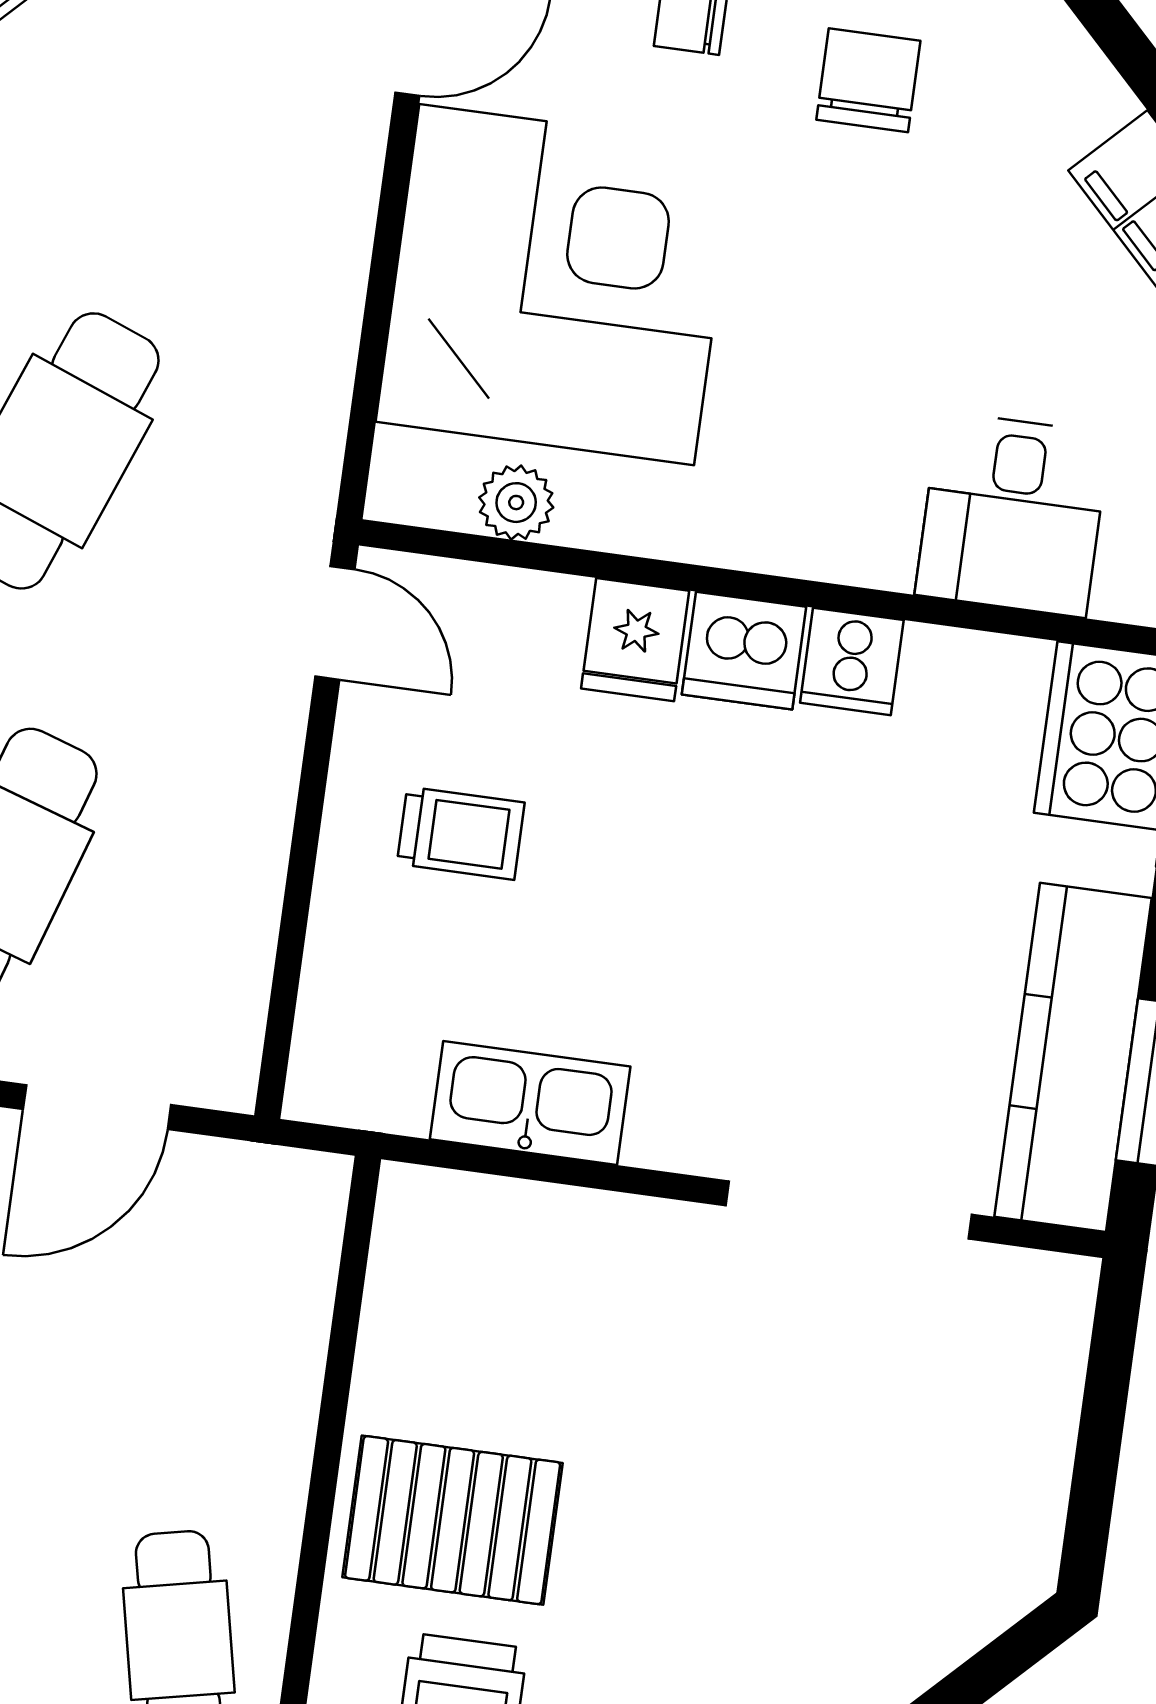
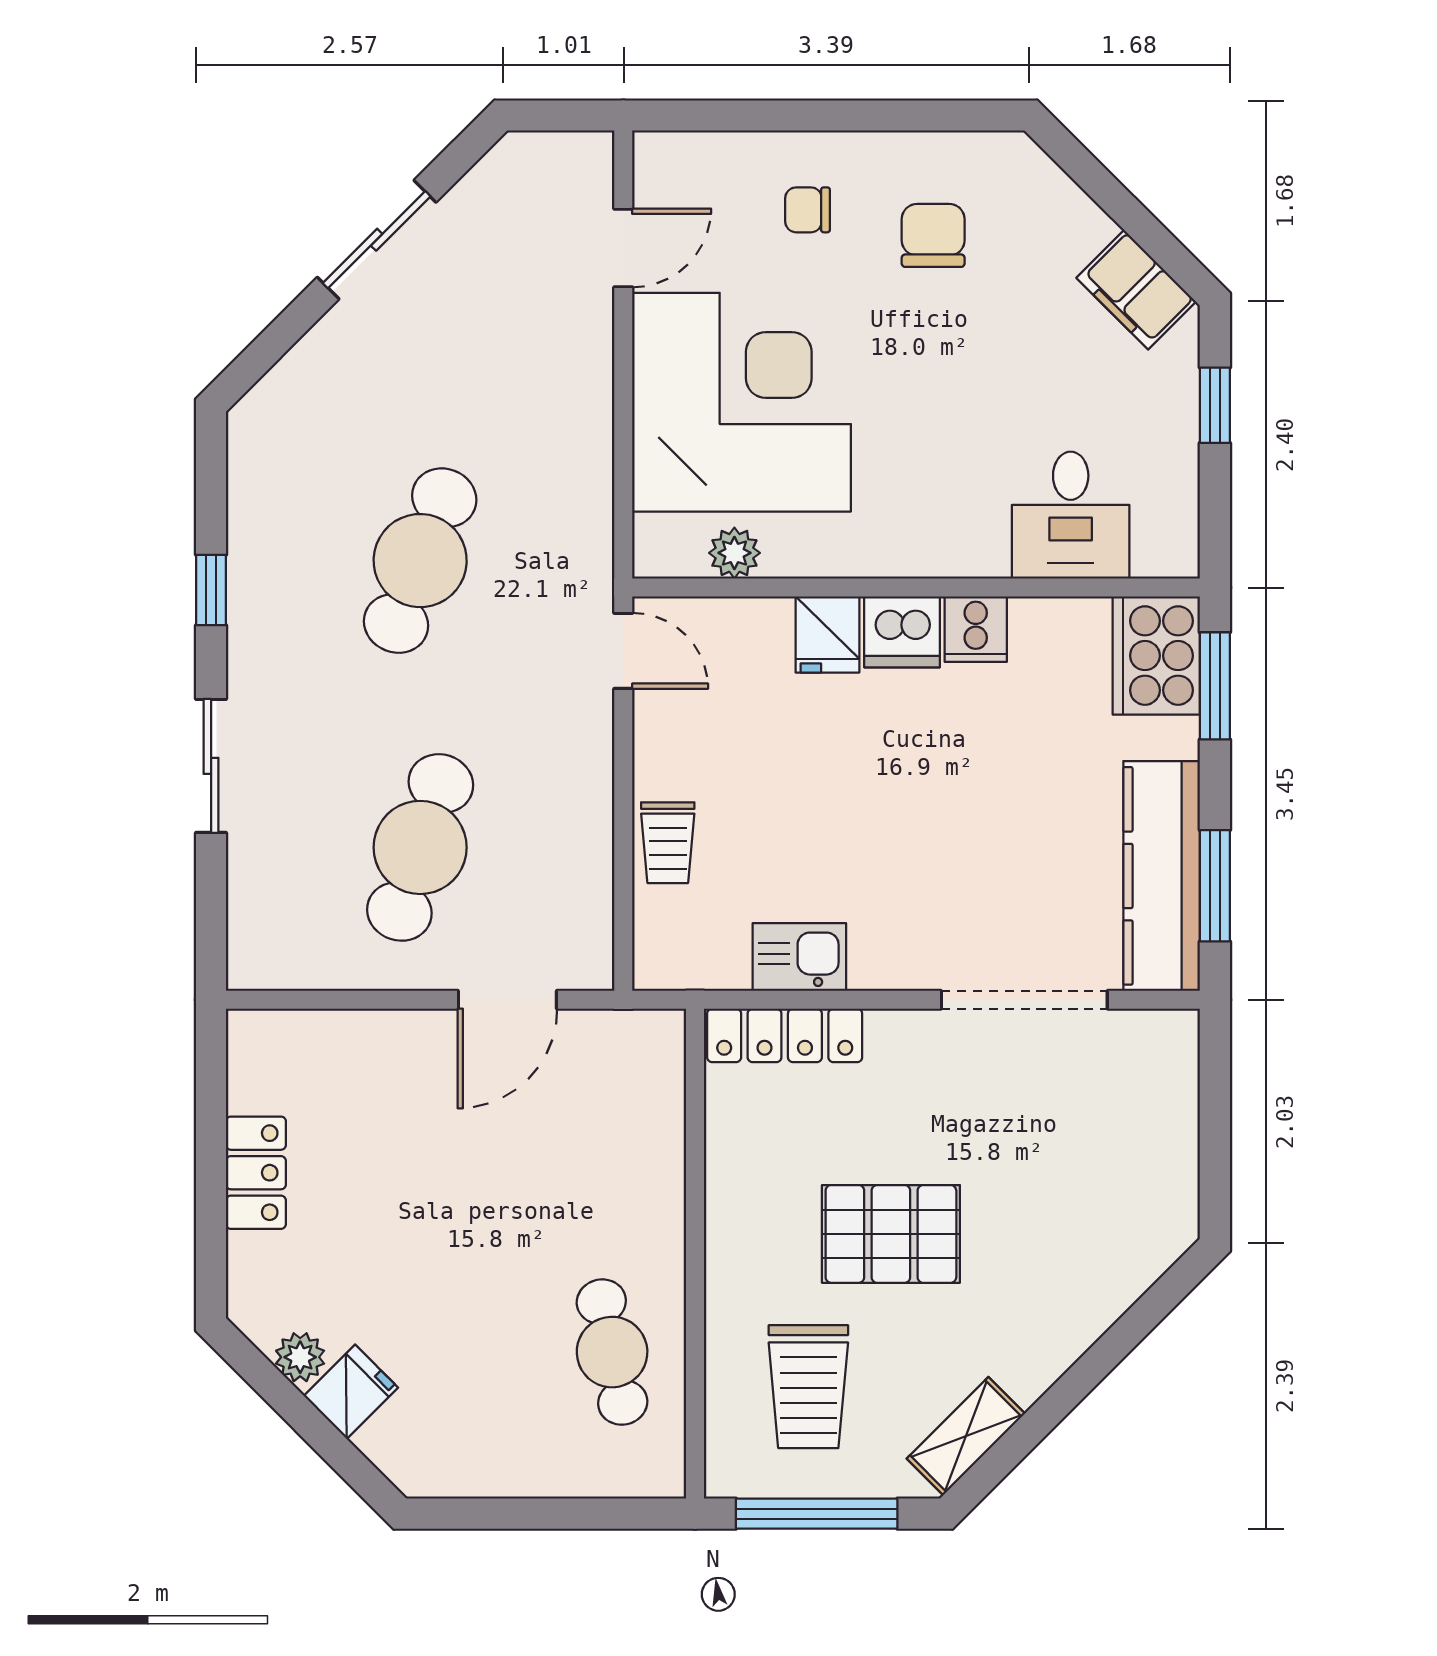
trolley: (461, 833) -> (668, 843), moved, turned 90
kitchen sink: (530, 1103) -> (799, 957), width x0.73
locker: (493, 1214) -> (785, 1035), added
pallet: (453, 1520) -> (891, 1234), moved

